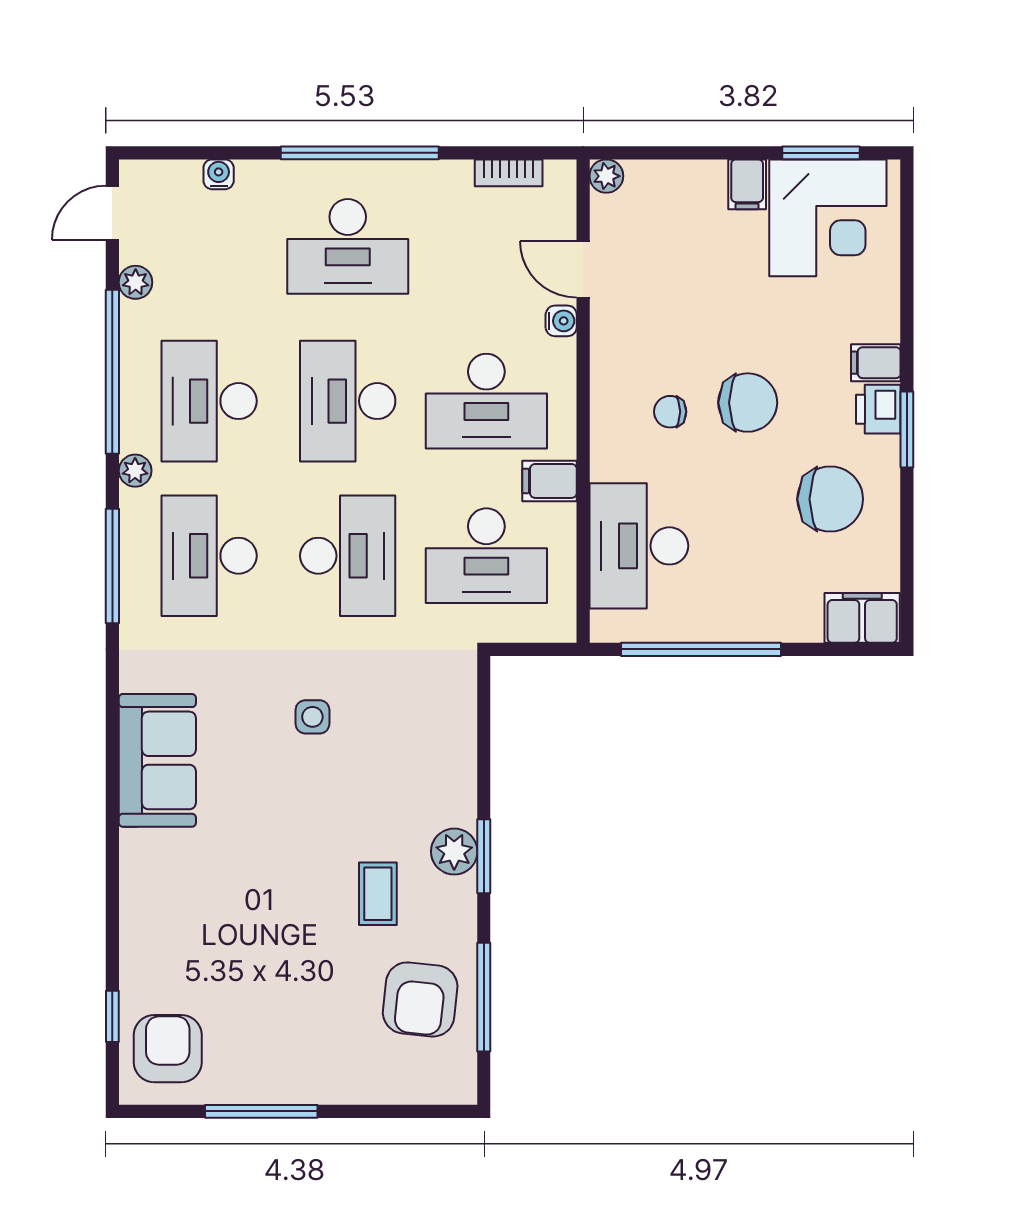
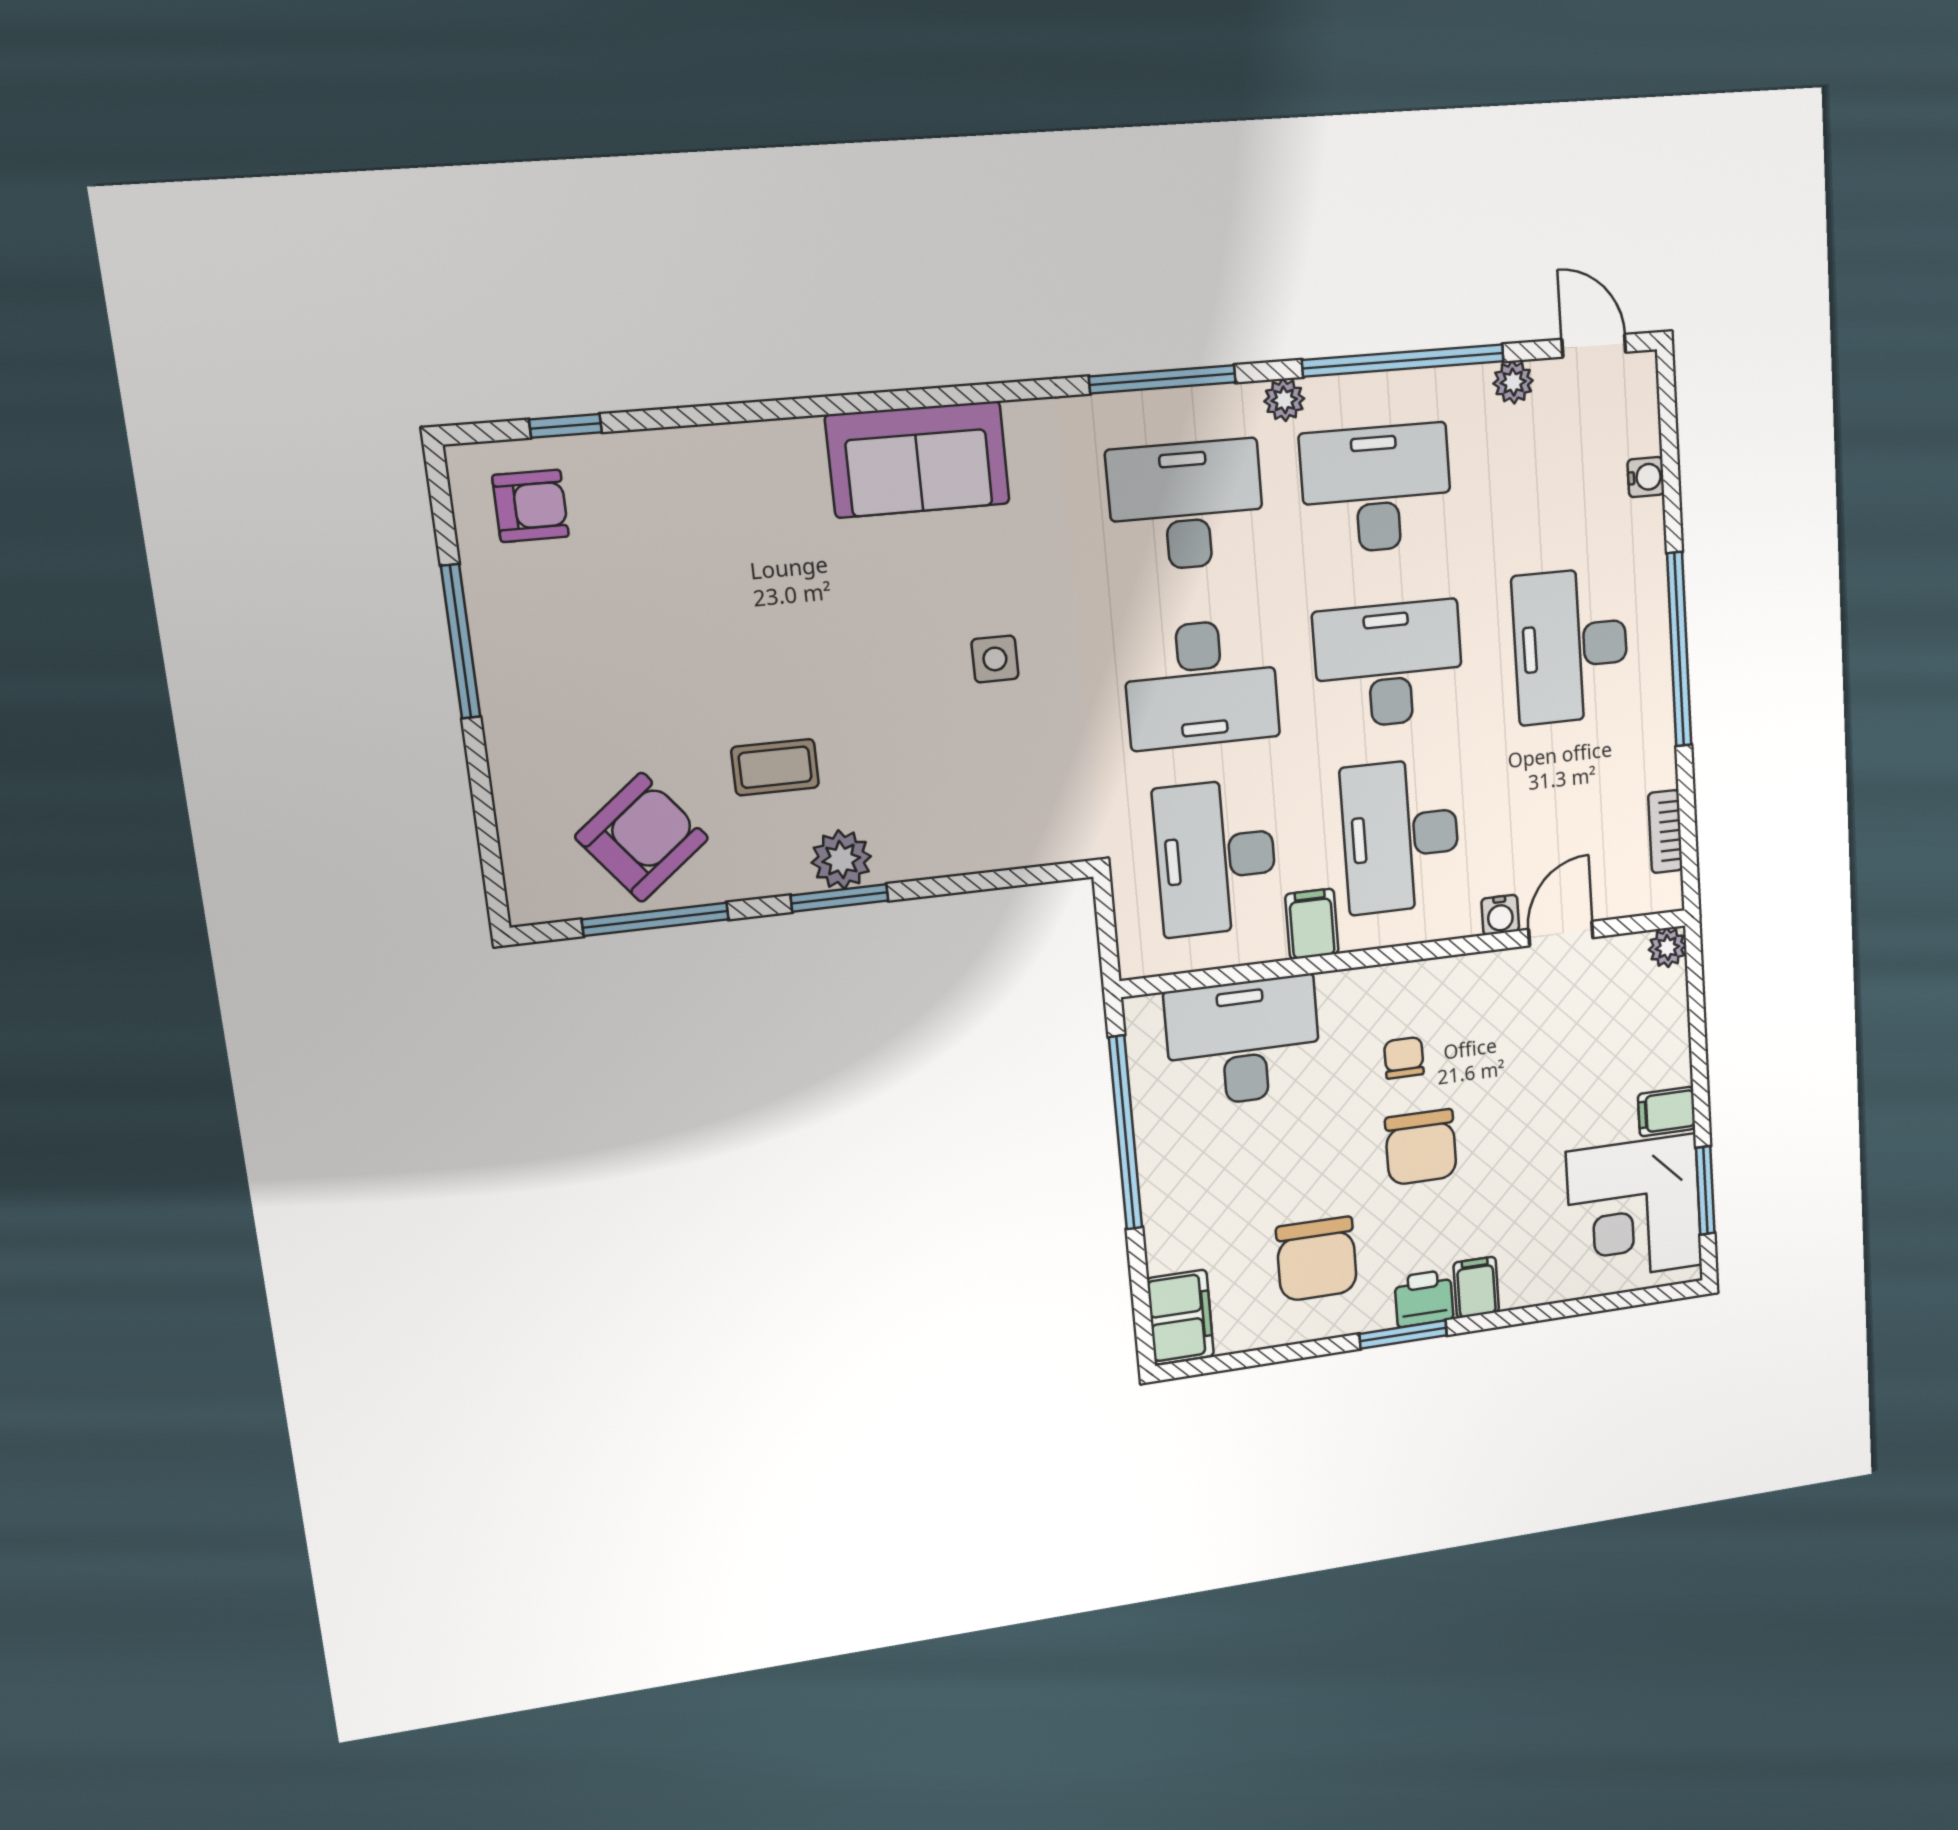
armchair: (420, 999) -> (642, 837), turned 136
armchair: (168, 1049) -> (531, 506), width x0.72, depth x0.72

